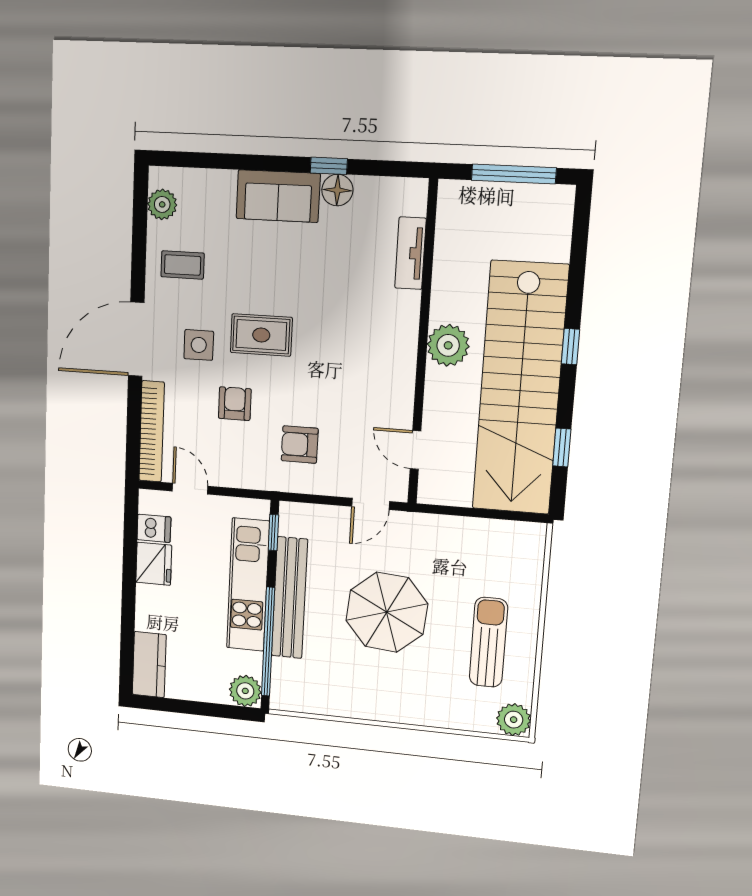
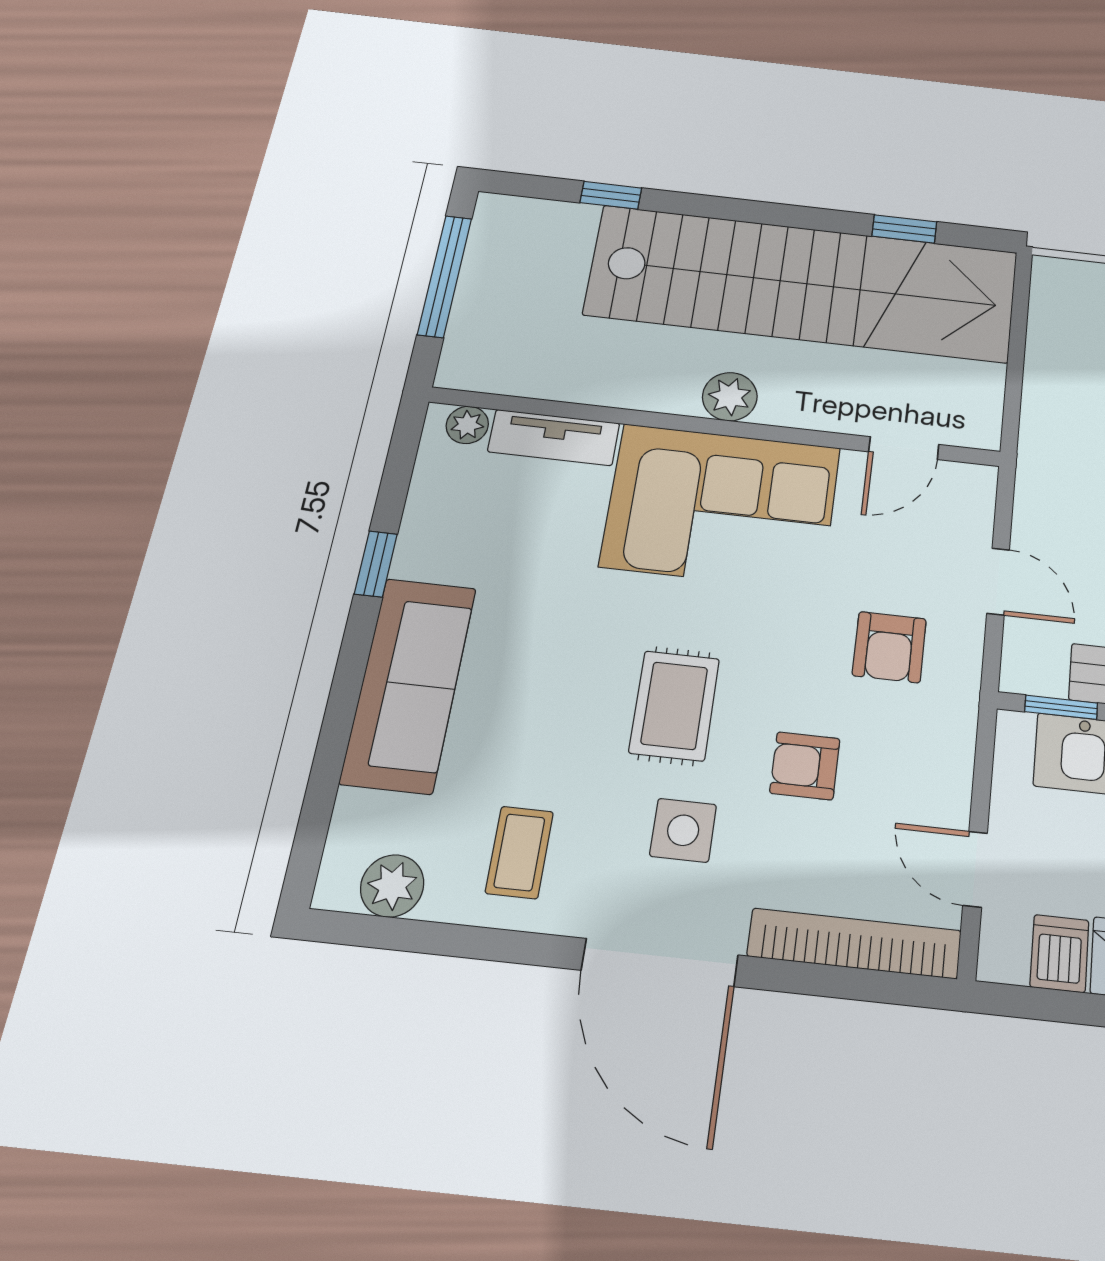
floor lamp: (337, 190) -> (422, 552), removed
sofa: (278, 196) -> (409, 684), width x1.36
plant: (415, 203) -> (467, 425), added
plant: (448, 345) -> (730, 397), width x0.73, depth x0.73
window: (570, 347) -> (611, 195), moved
corner sofa: (374, 351) -> (721, 506), added
door: (190, 489) -> (975, 869), hinge flipped
door: (371, 504) -> (998, 581), moved

